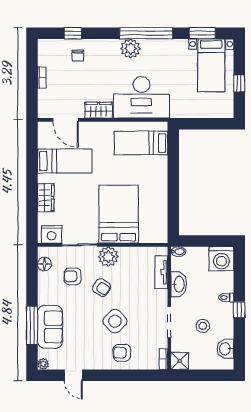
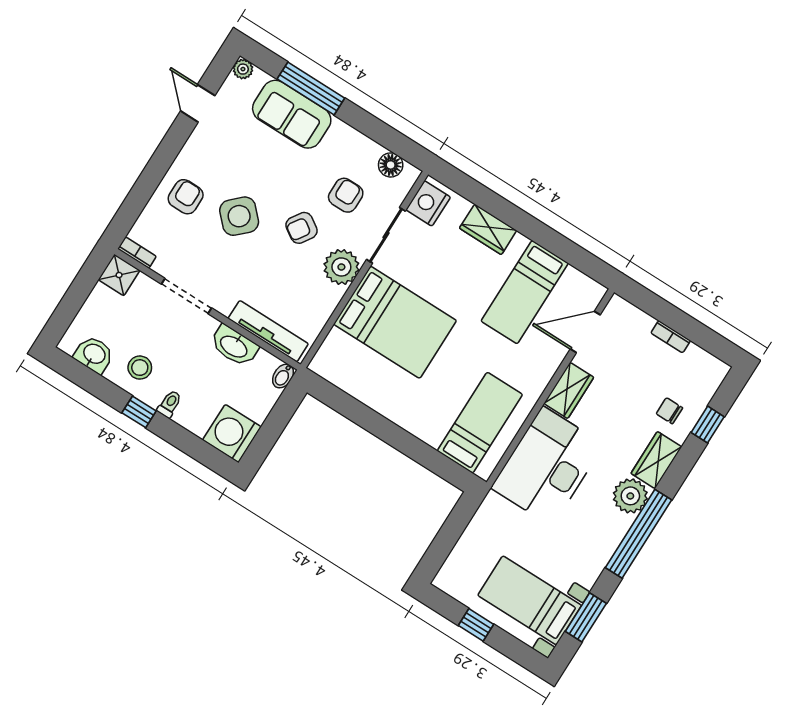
wardrobe: (105, 47) -> (656, 460), added
tv unit: (161, 272) -> (268, 331), width x1.41
stool: (203, 326) -> (140, 368), moved
door: (73, 375) -> (198, 103), hinge flipped

